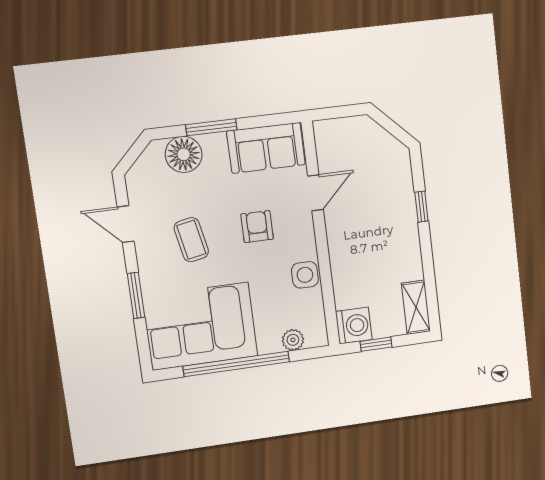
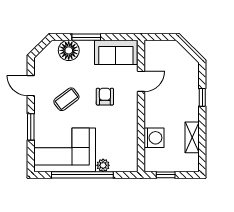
coffee table: (191, 240) -> (66, 99), turned 64
side table: (305, 275) -> (129, 128), removed
shelving: (416, 307) -> (192, 137), moved
washing machine: (354, 326) -> (154, 138), moved
plant: (293, 340) -> (103, 165), moved

